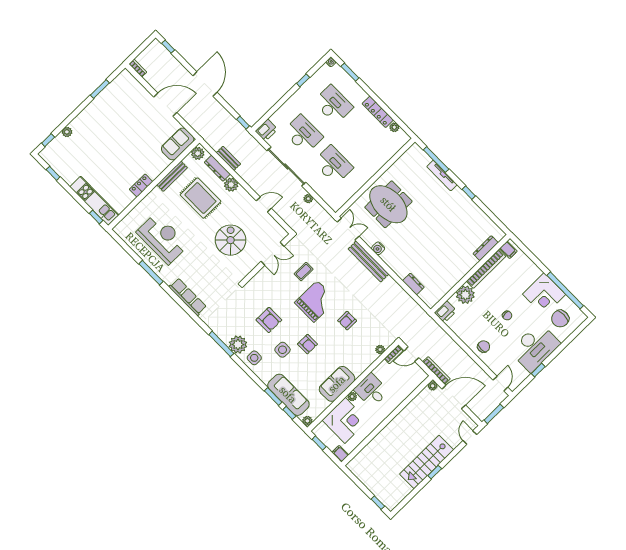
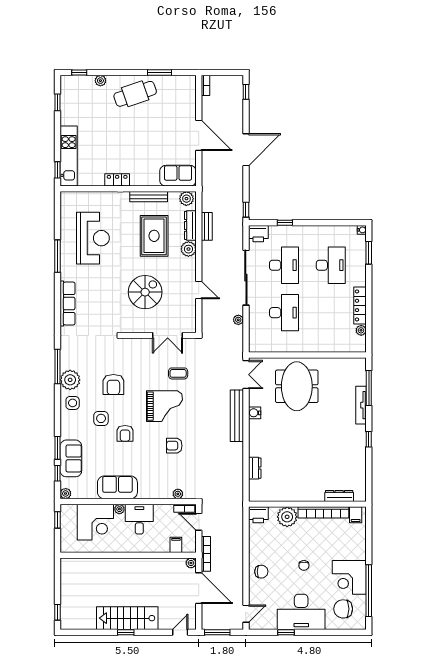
window: (303, 80) -> (285, 223), moved
cafe table: (98, 118) -> (135, 94), added
sofa: (288, 395) -> (71, 458), width x0.73
filing cabinet: (340, 454) -> (176, 545), moved

